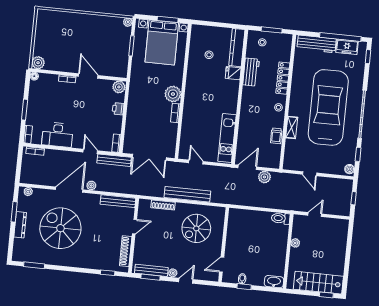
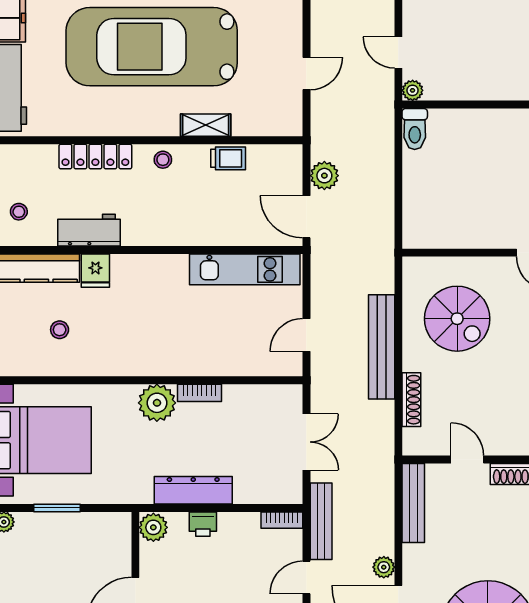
dresser: (133, 106) -> (193, 490), added
double door: (149, 157) -> (306, 442), width x0.73
plant: (295, 243) -> (413, 90), moved

